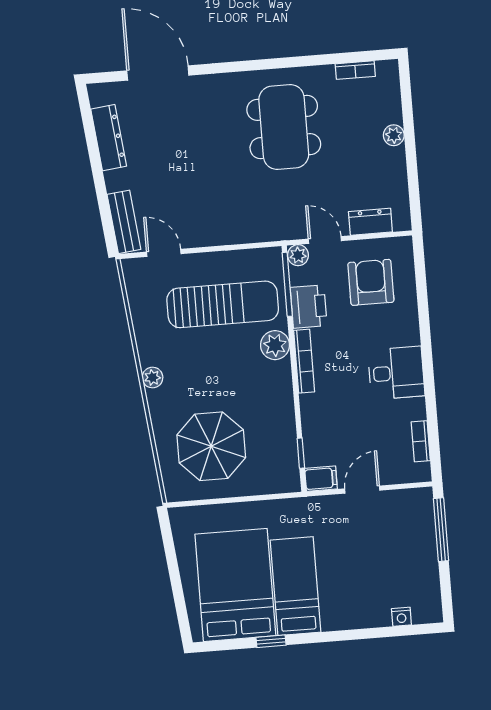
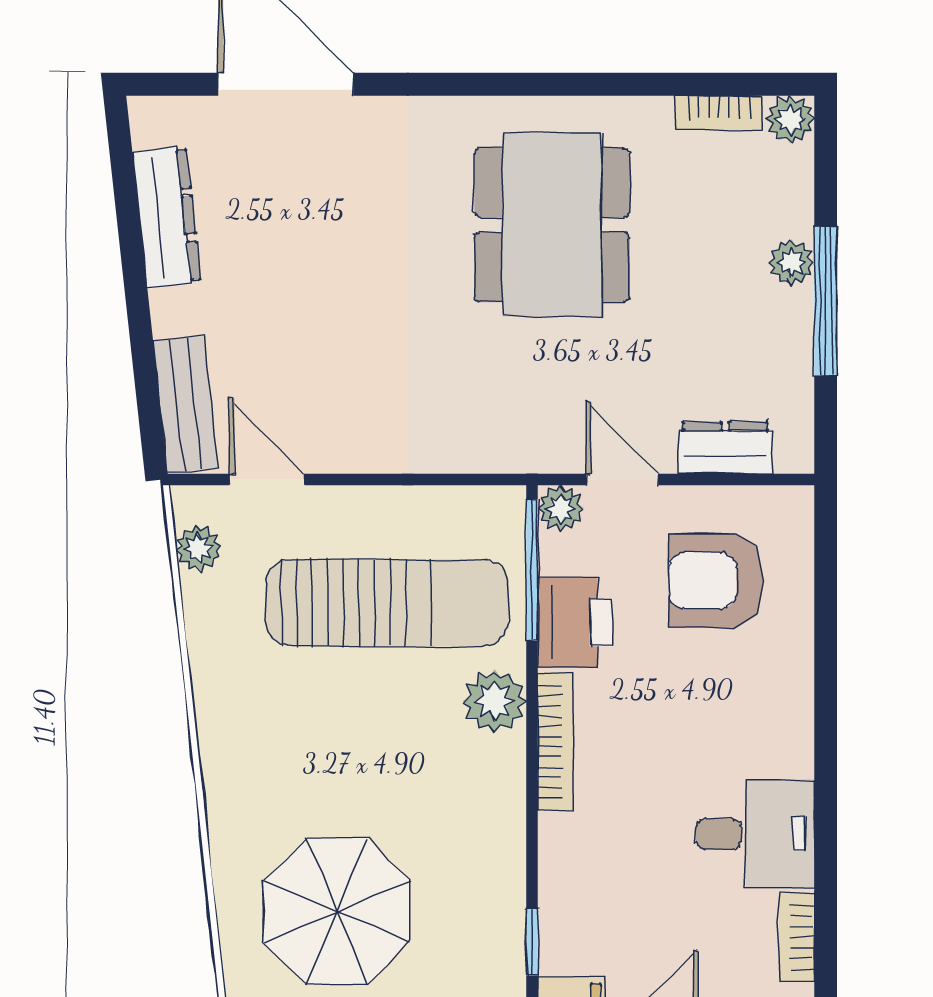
plant: (388, 70) -> (790, 119), added
window: (411, 152) -> (826, 301), added
armchair: (371, 282) -> (716, 581), turned -90
desk: (396, 373) -> (755, 834), moved
plant: (153, 378) -> (198, 548), moved

